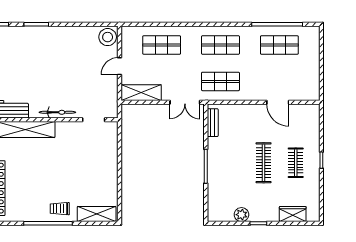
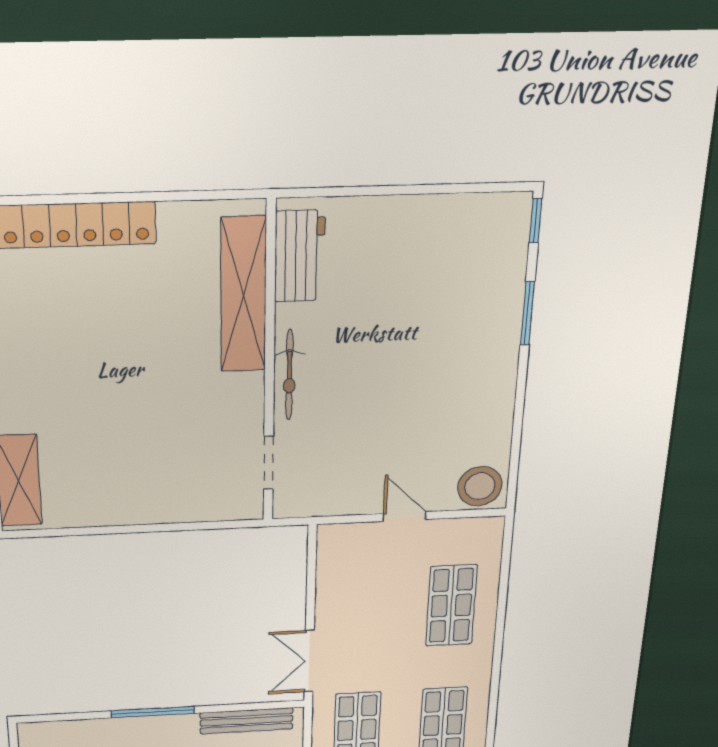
shelving: (141, 93) -> (336, 568), removed
bench: (213, 123) -> (247, 721), width x1.36
trolley: (60, 209) -> (27, 391), removed

